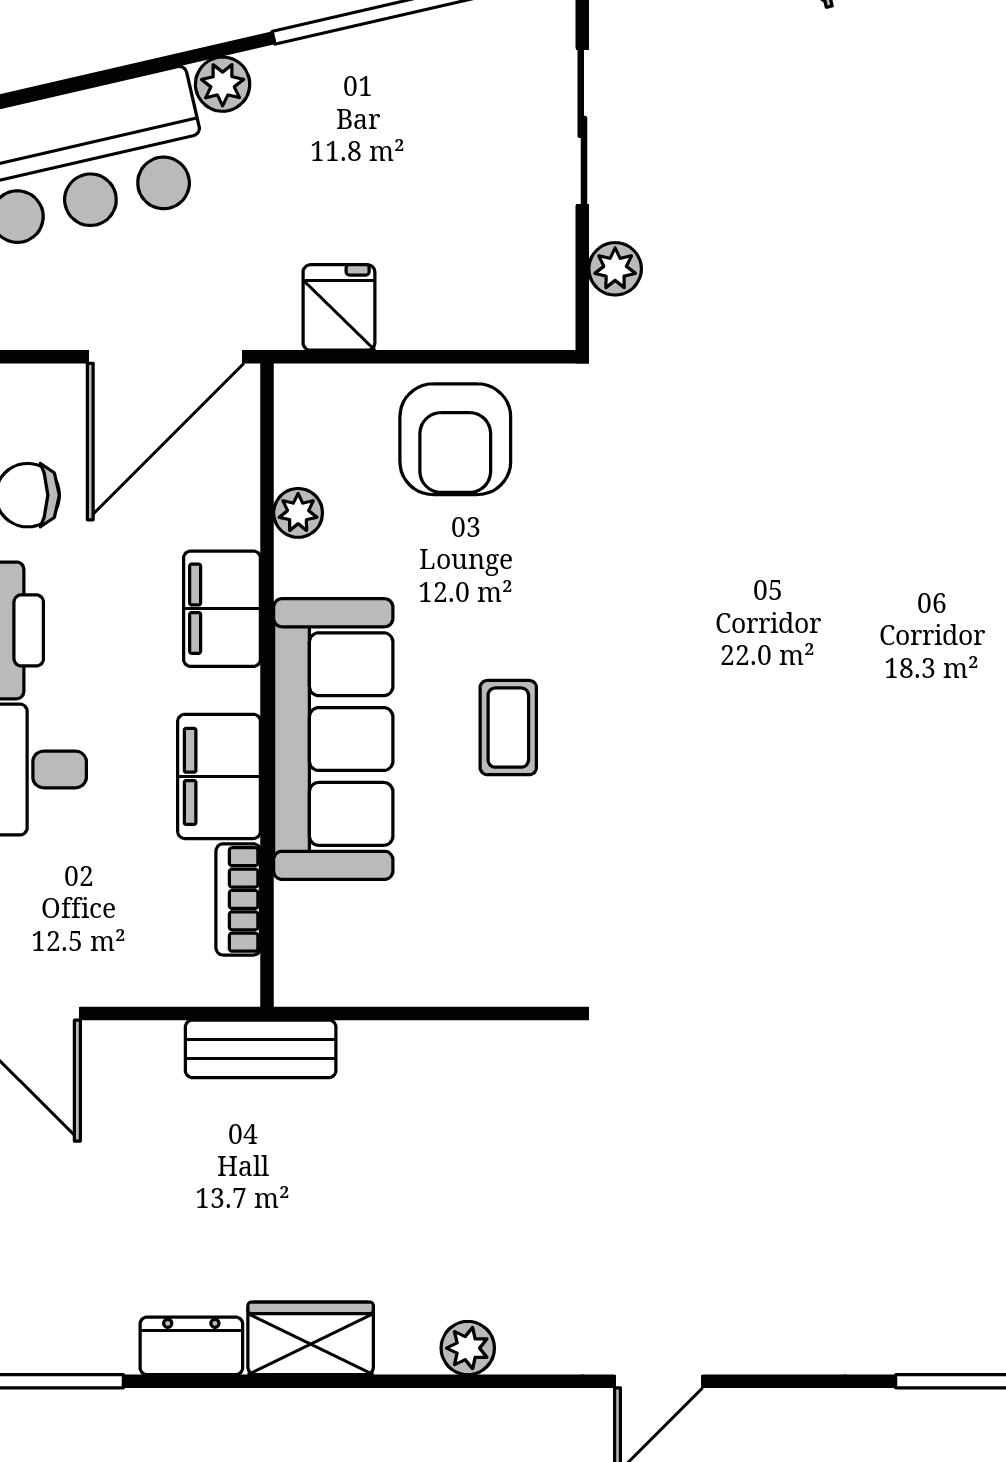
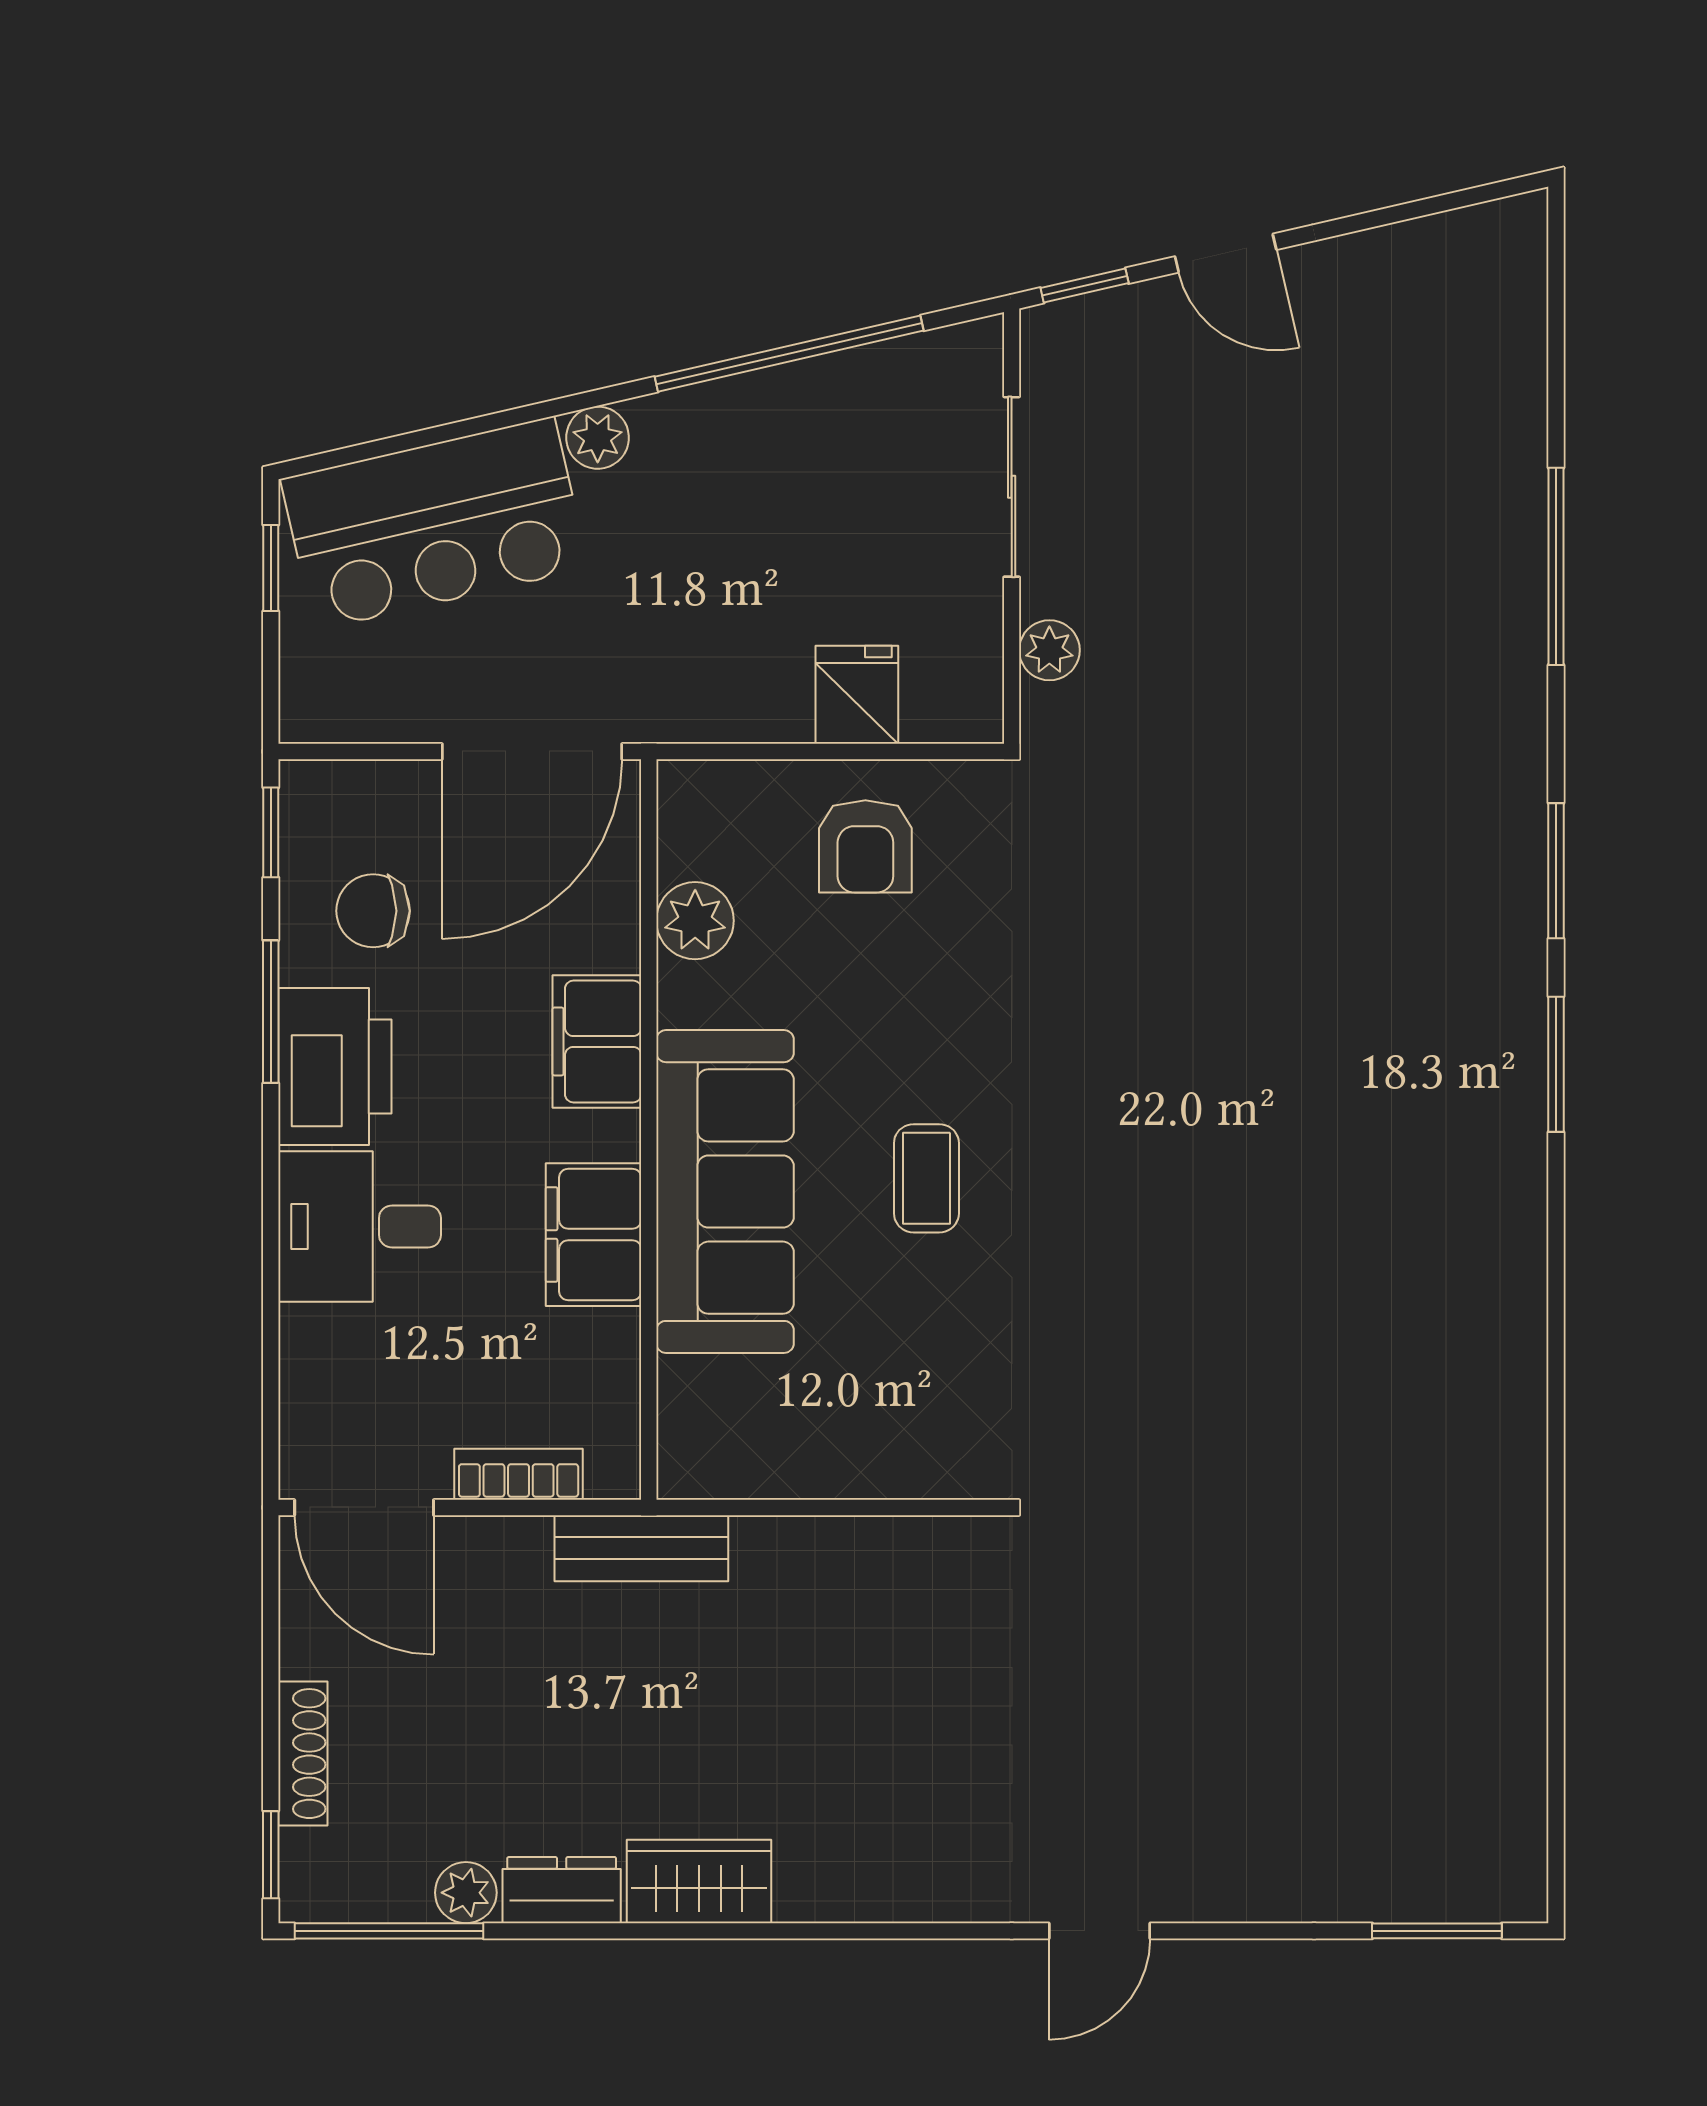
fridge: (339, 307) -> (857, 695), moved
armchair: (455, 439) -> (865, 846), width x0.72, depth x0.72
plant: (298, 513) -> (695, 921), width x1.38, depth x1.38
bookcase: (238, 899) -> (519, 1474), moved, turned 90
plant: (468, 1348) -> (466, 1893), moved

